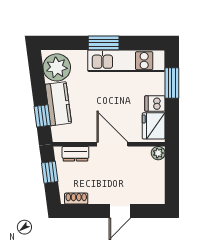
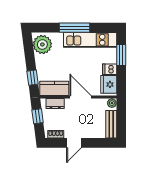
window: (104, 43) -> (75, 28), width x1.44
kitchen counter: (58, 104) -> (54, 88), moved, turned -83
bench: (157, 184) -> (111, 124), added
door: (120, 211) -> (74, 143), moved

